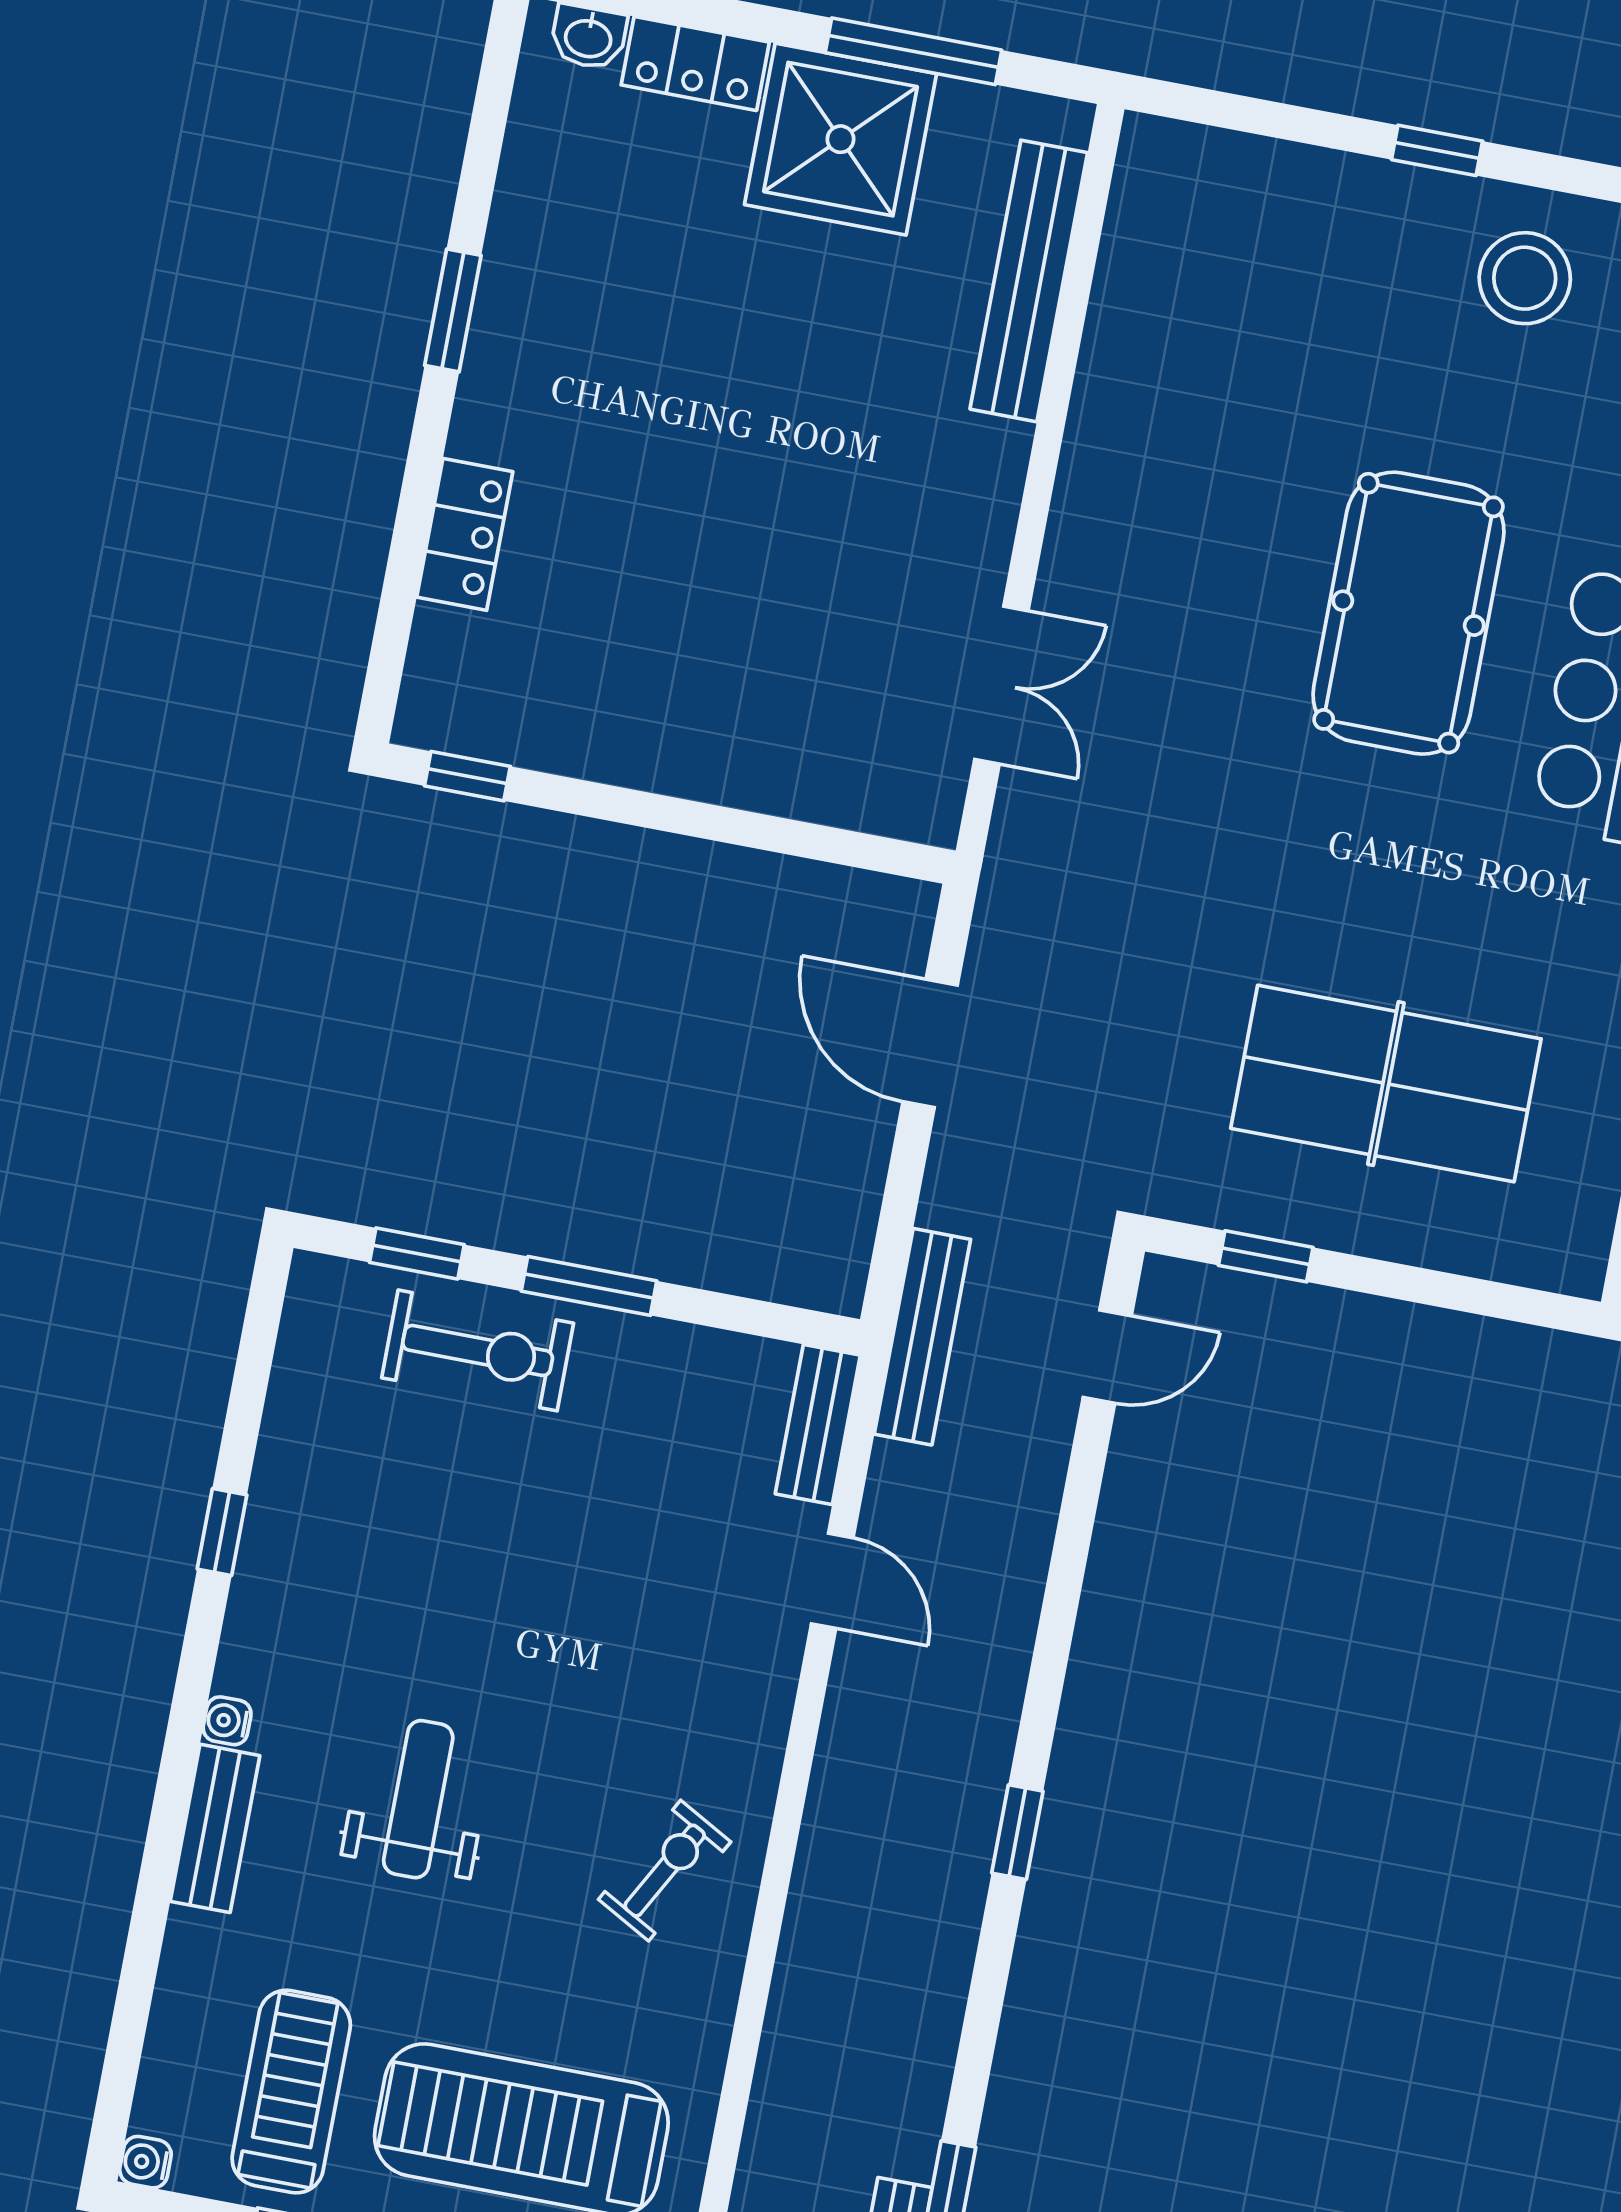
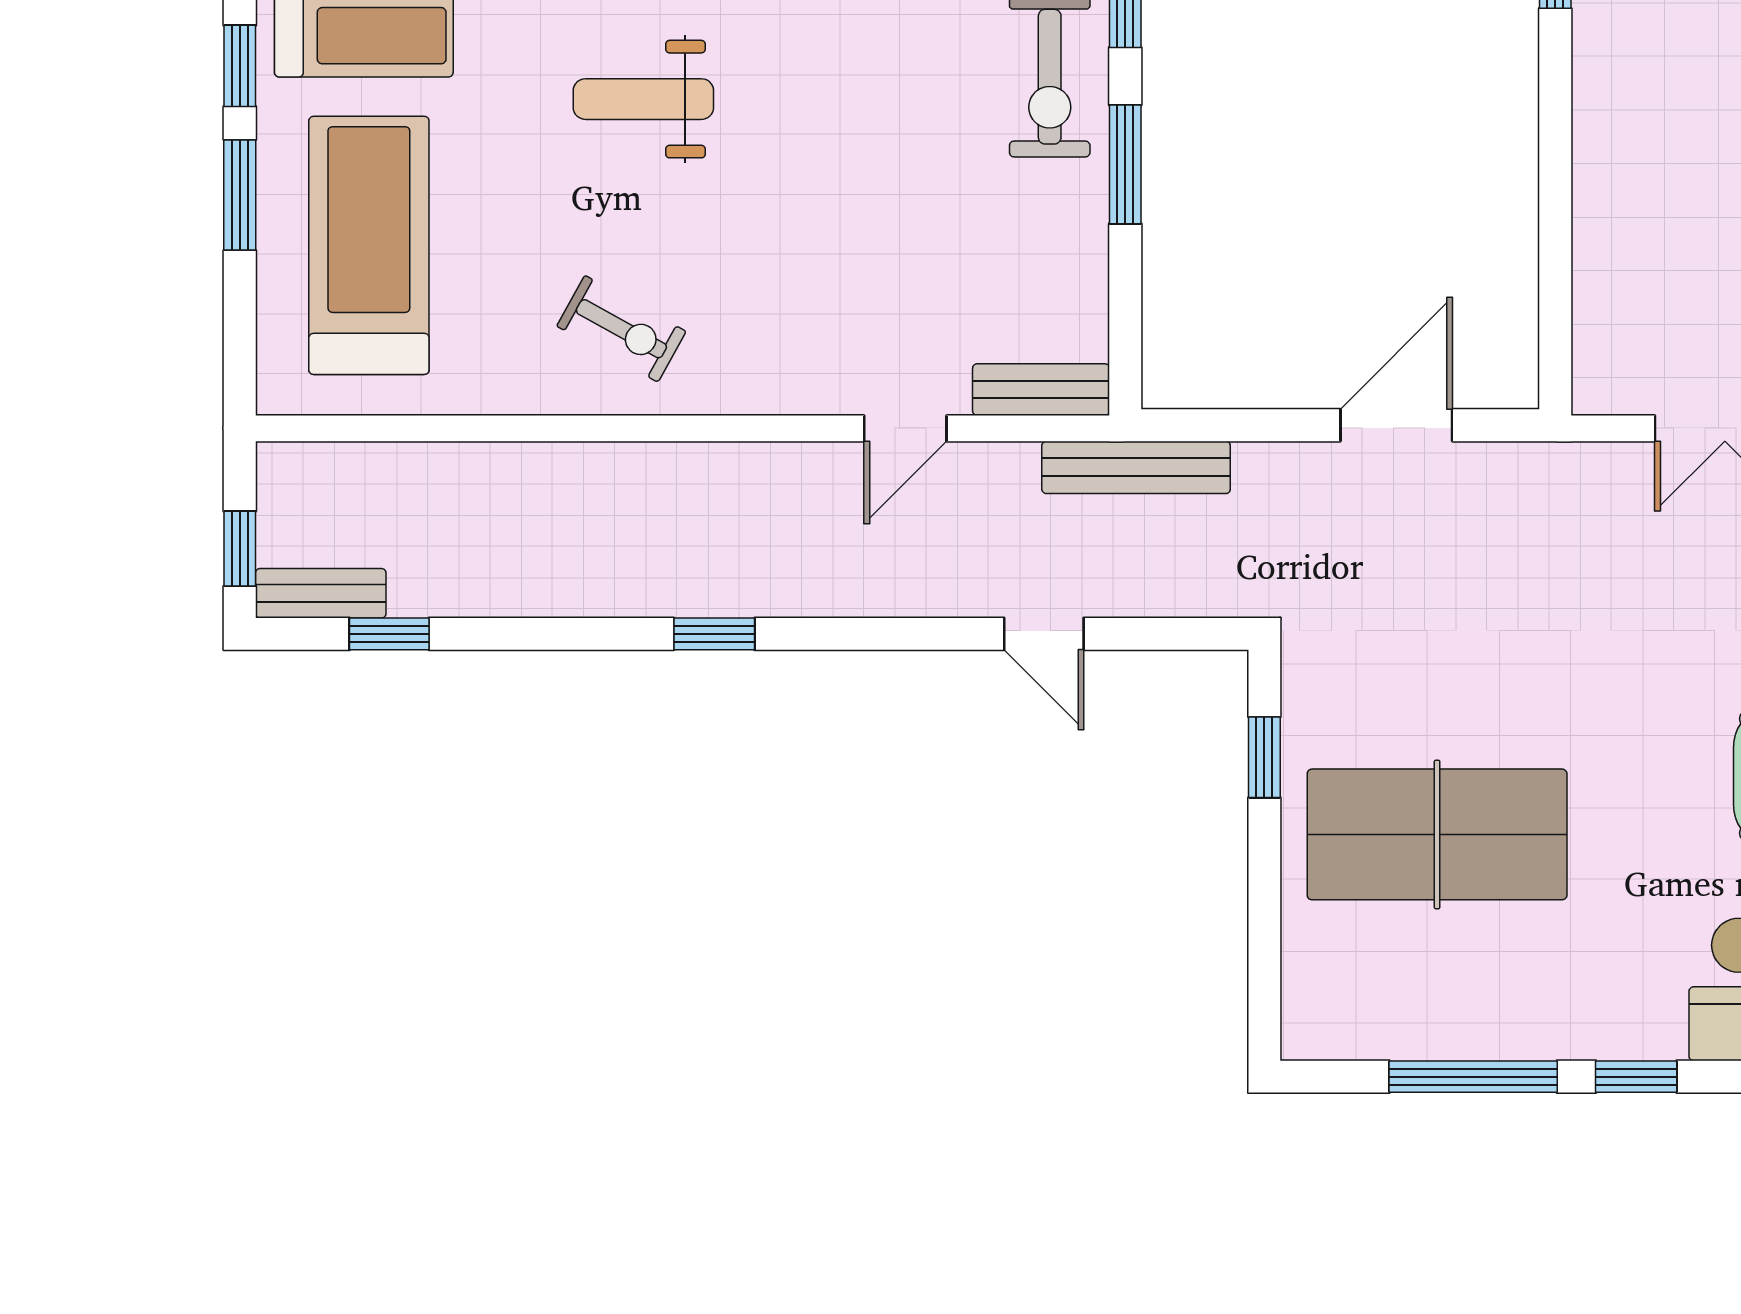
table tennis table: (1386, 1084) -> (1437, 834), turned 90
door: (1107, 1357) -> (1044, 634), moved
weight bench: (418, 1799) -> (643, 99), turned 180

